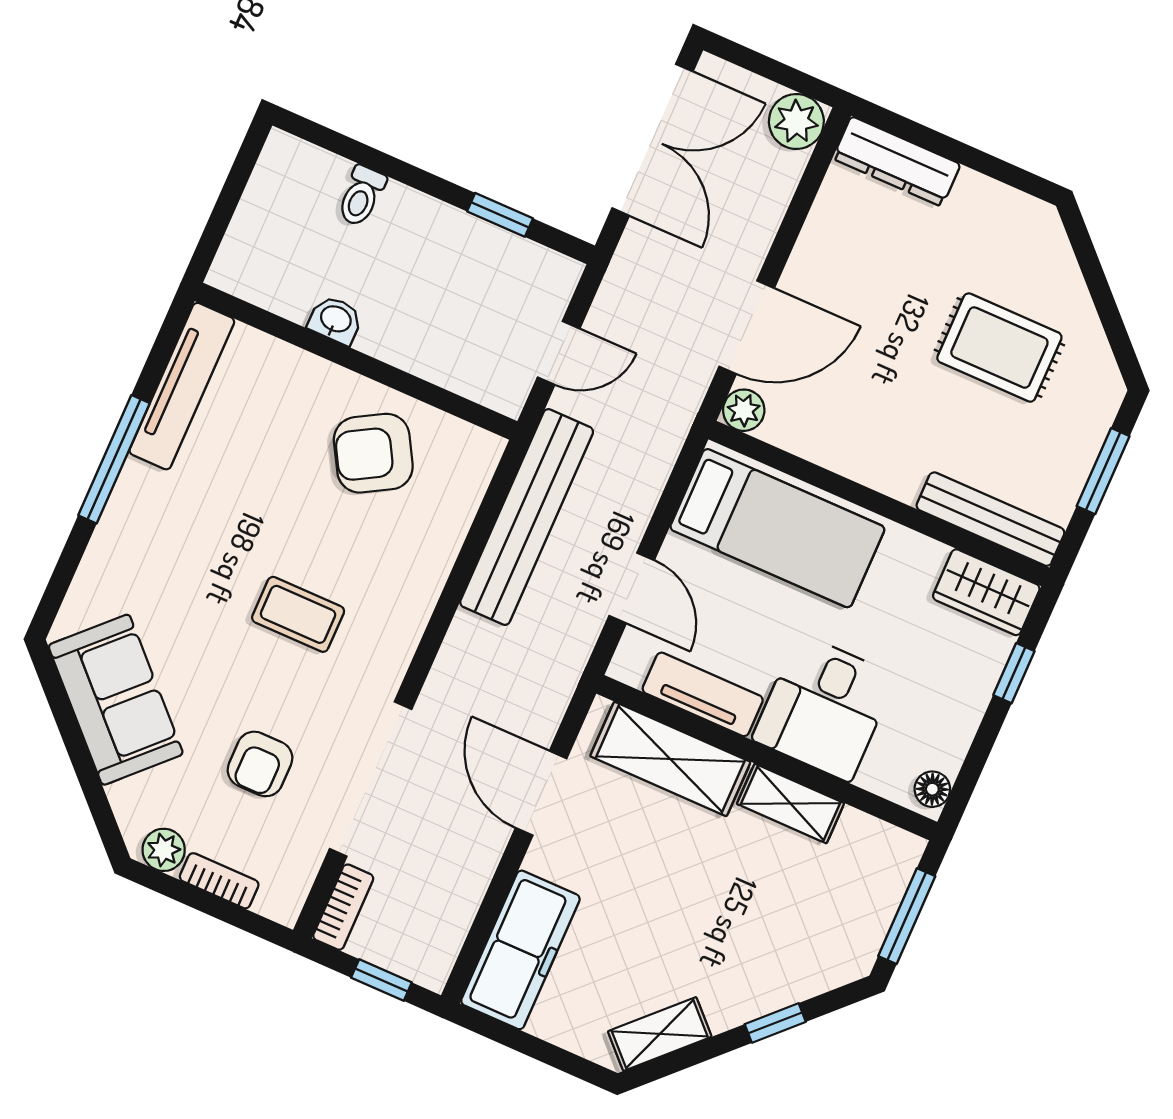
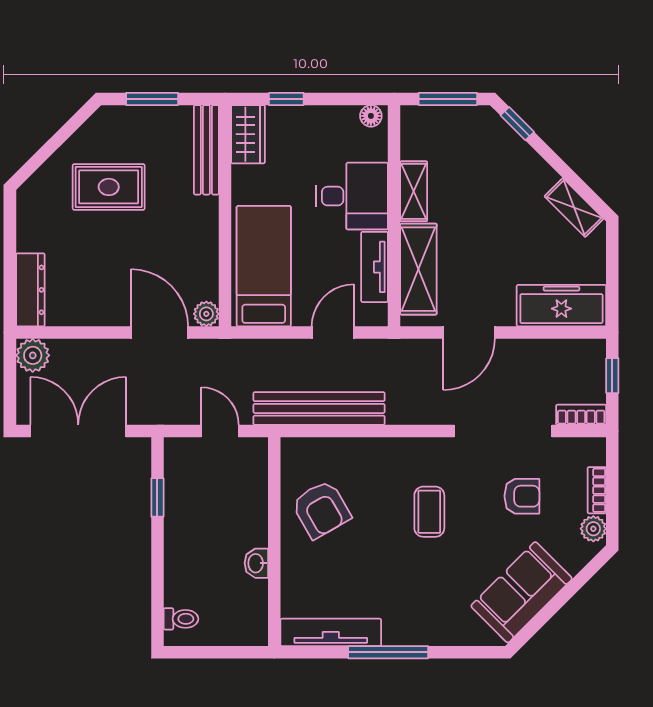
toilet: (361, 196) -> (181, 619), moved
rug: (999, 348) -> (109, 187), turned 90
window: (775, 1023) -> (517, 124), moved

